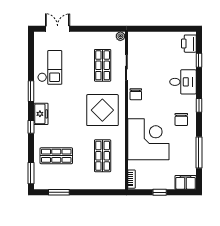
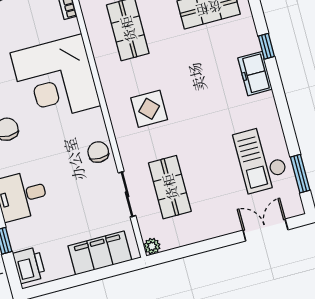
double door: (58, 29) -> (265, 230), swing flipped
filing cabinet: (149, 40) -> (100, 253), added
window: (31, 91) -> (300, 174), moved
display table: (102, 110) -> (149, 109), width x0.54, depth x0.54

